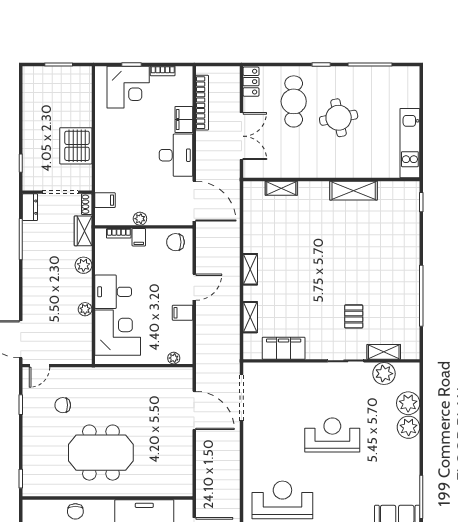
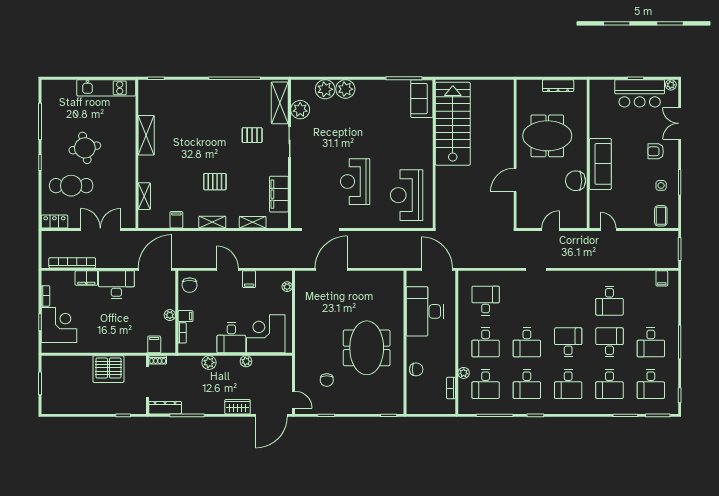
dresser: (30, 207) -> (165, 408), width x1.44
filing cabinet: (253, 227) -> (176, 220), added
wardrobe: (83, 231) -> (238, 407), moved, turned 180
pallet: (299, 272) -> (215, 182), added
shelving: (384, 352) -> (280, 103), width x1.50, depth x1.33
reception desk: (332, 435) -> (355, 182), moved

